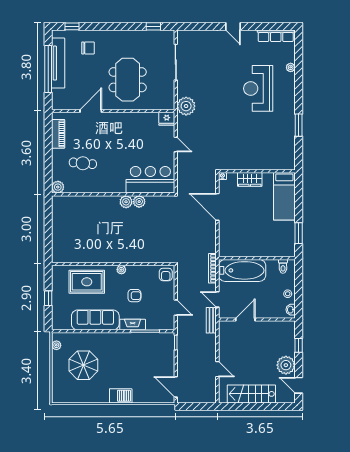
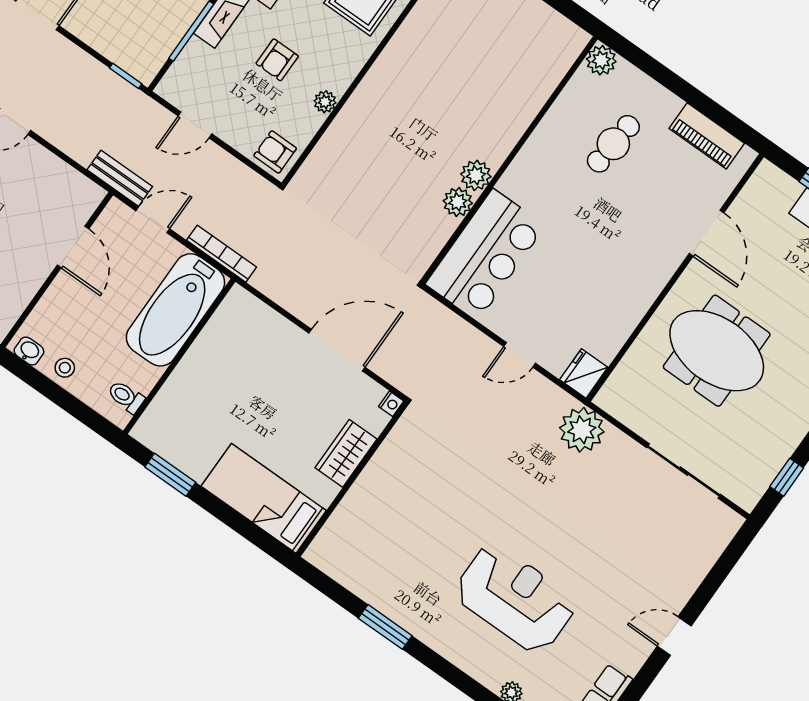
plant: (121, 270) -> (325, 102), moved

